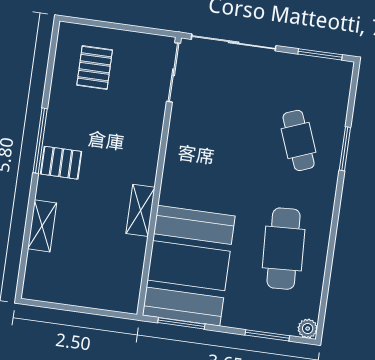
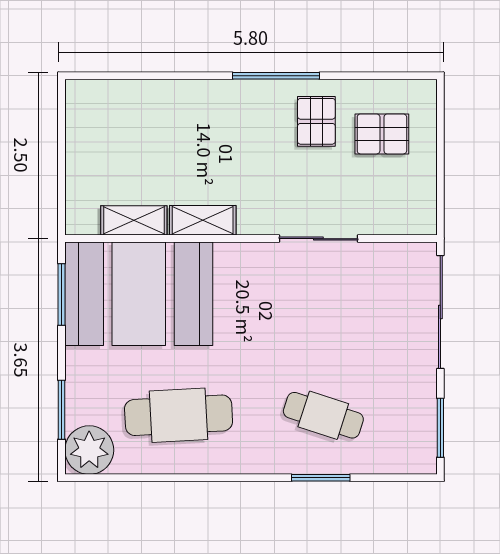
sliding door: (174, 72) -> (318, 239), moved
cafe table: (299, 140) -> (323, 415), turned 39
pallet: (61, 163) -> (316, 121), moved
shelving: (42, 226) -> (134, 220), moved
plant: (308, 329) -> (89, 450), width x1.88, depth x1.88

